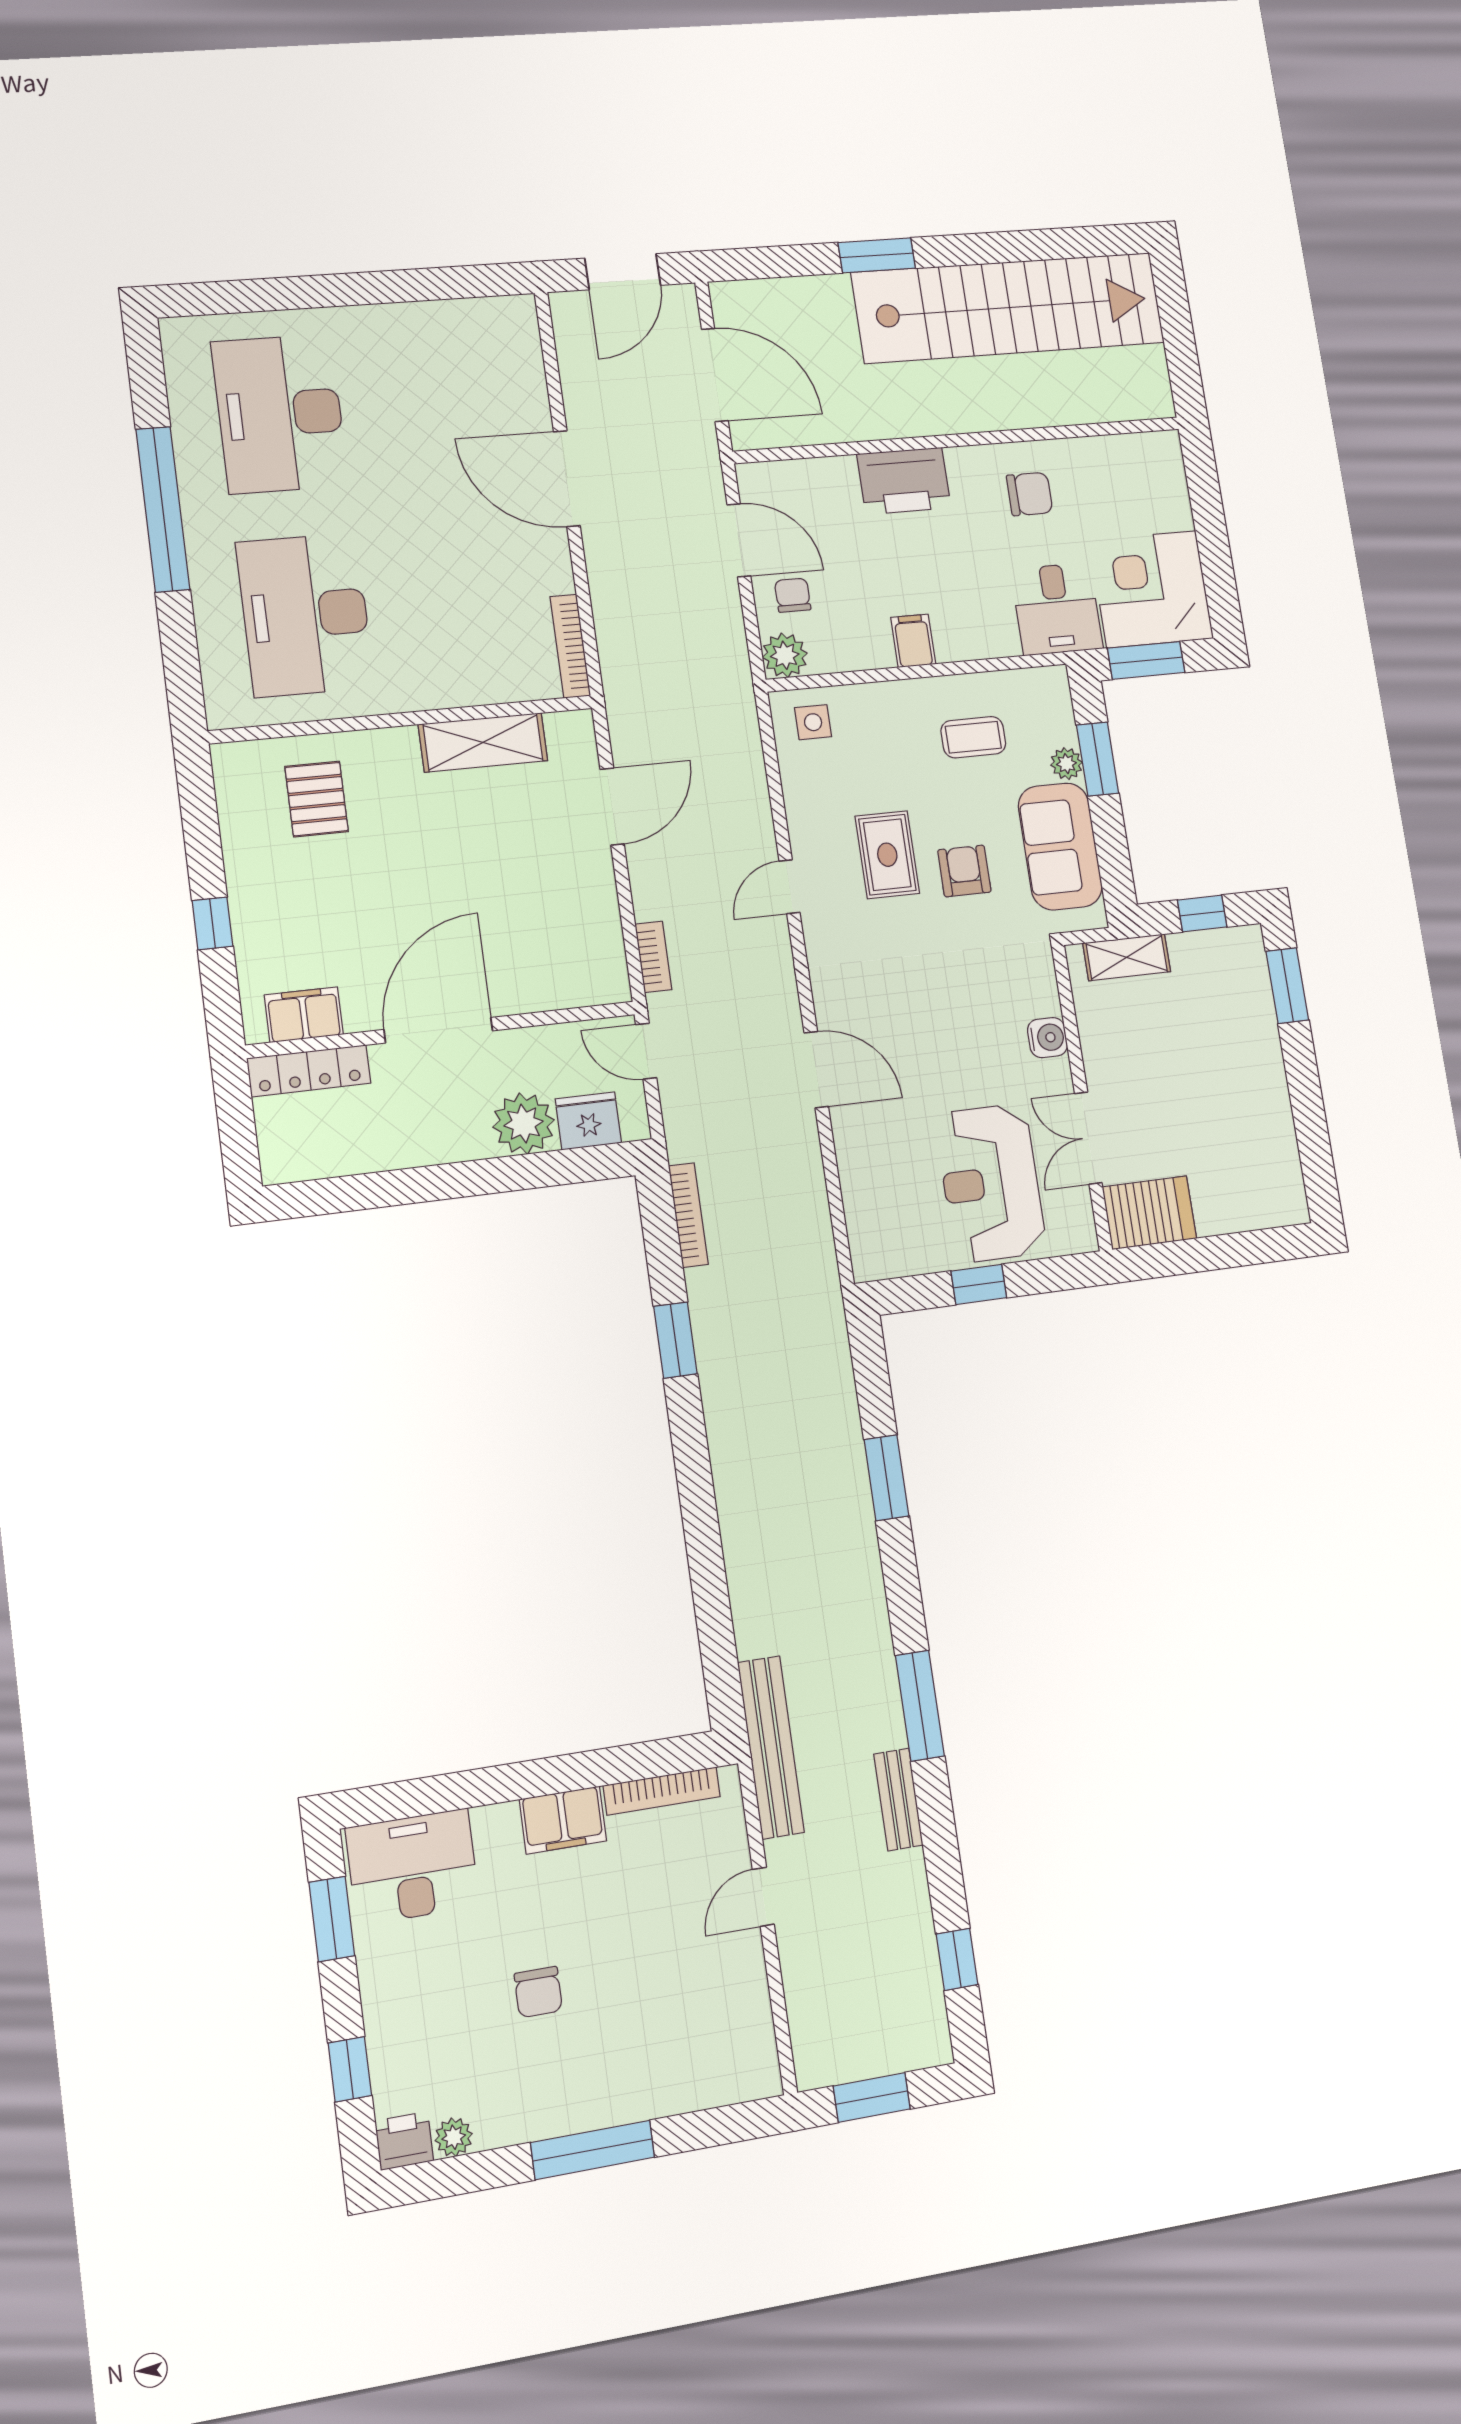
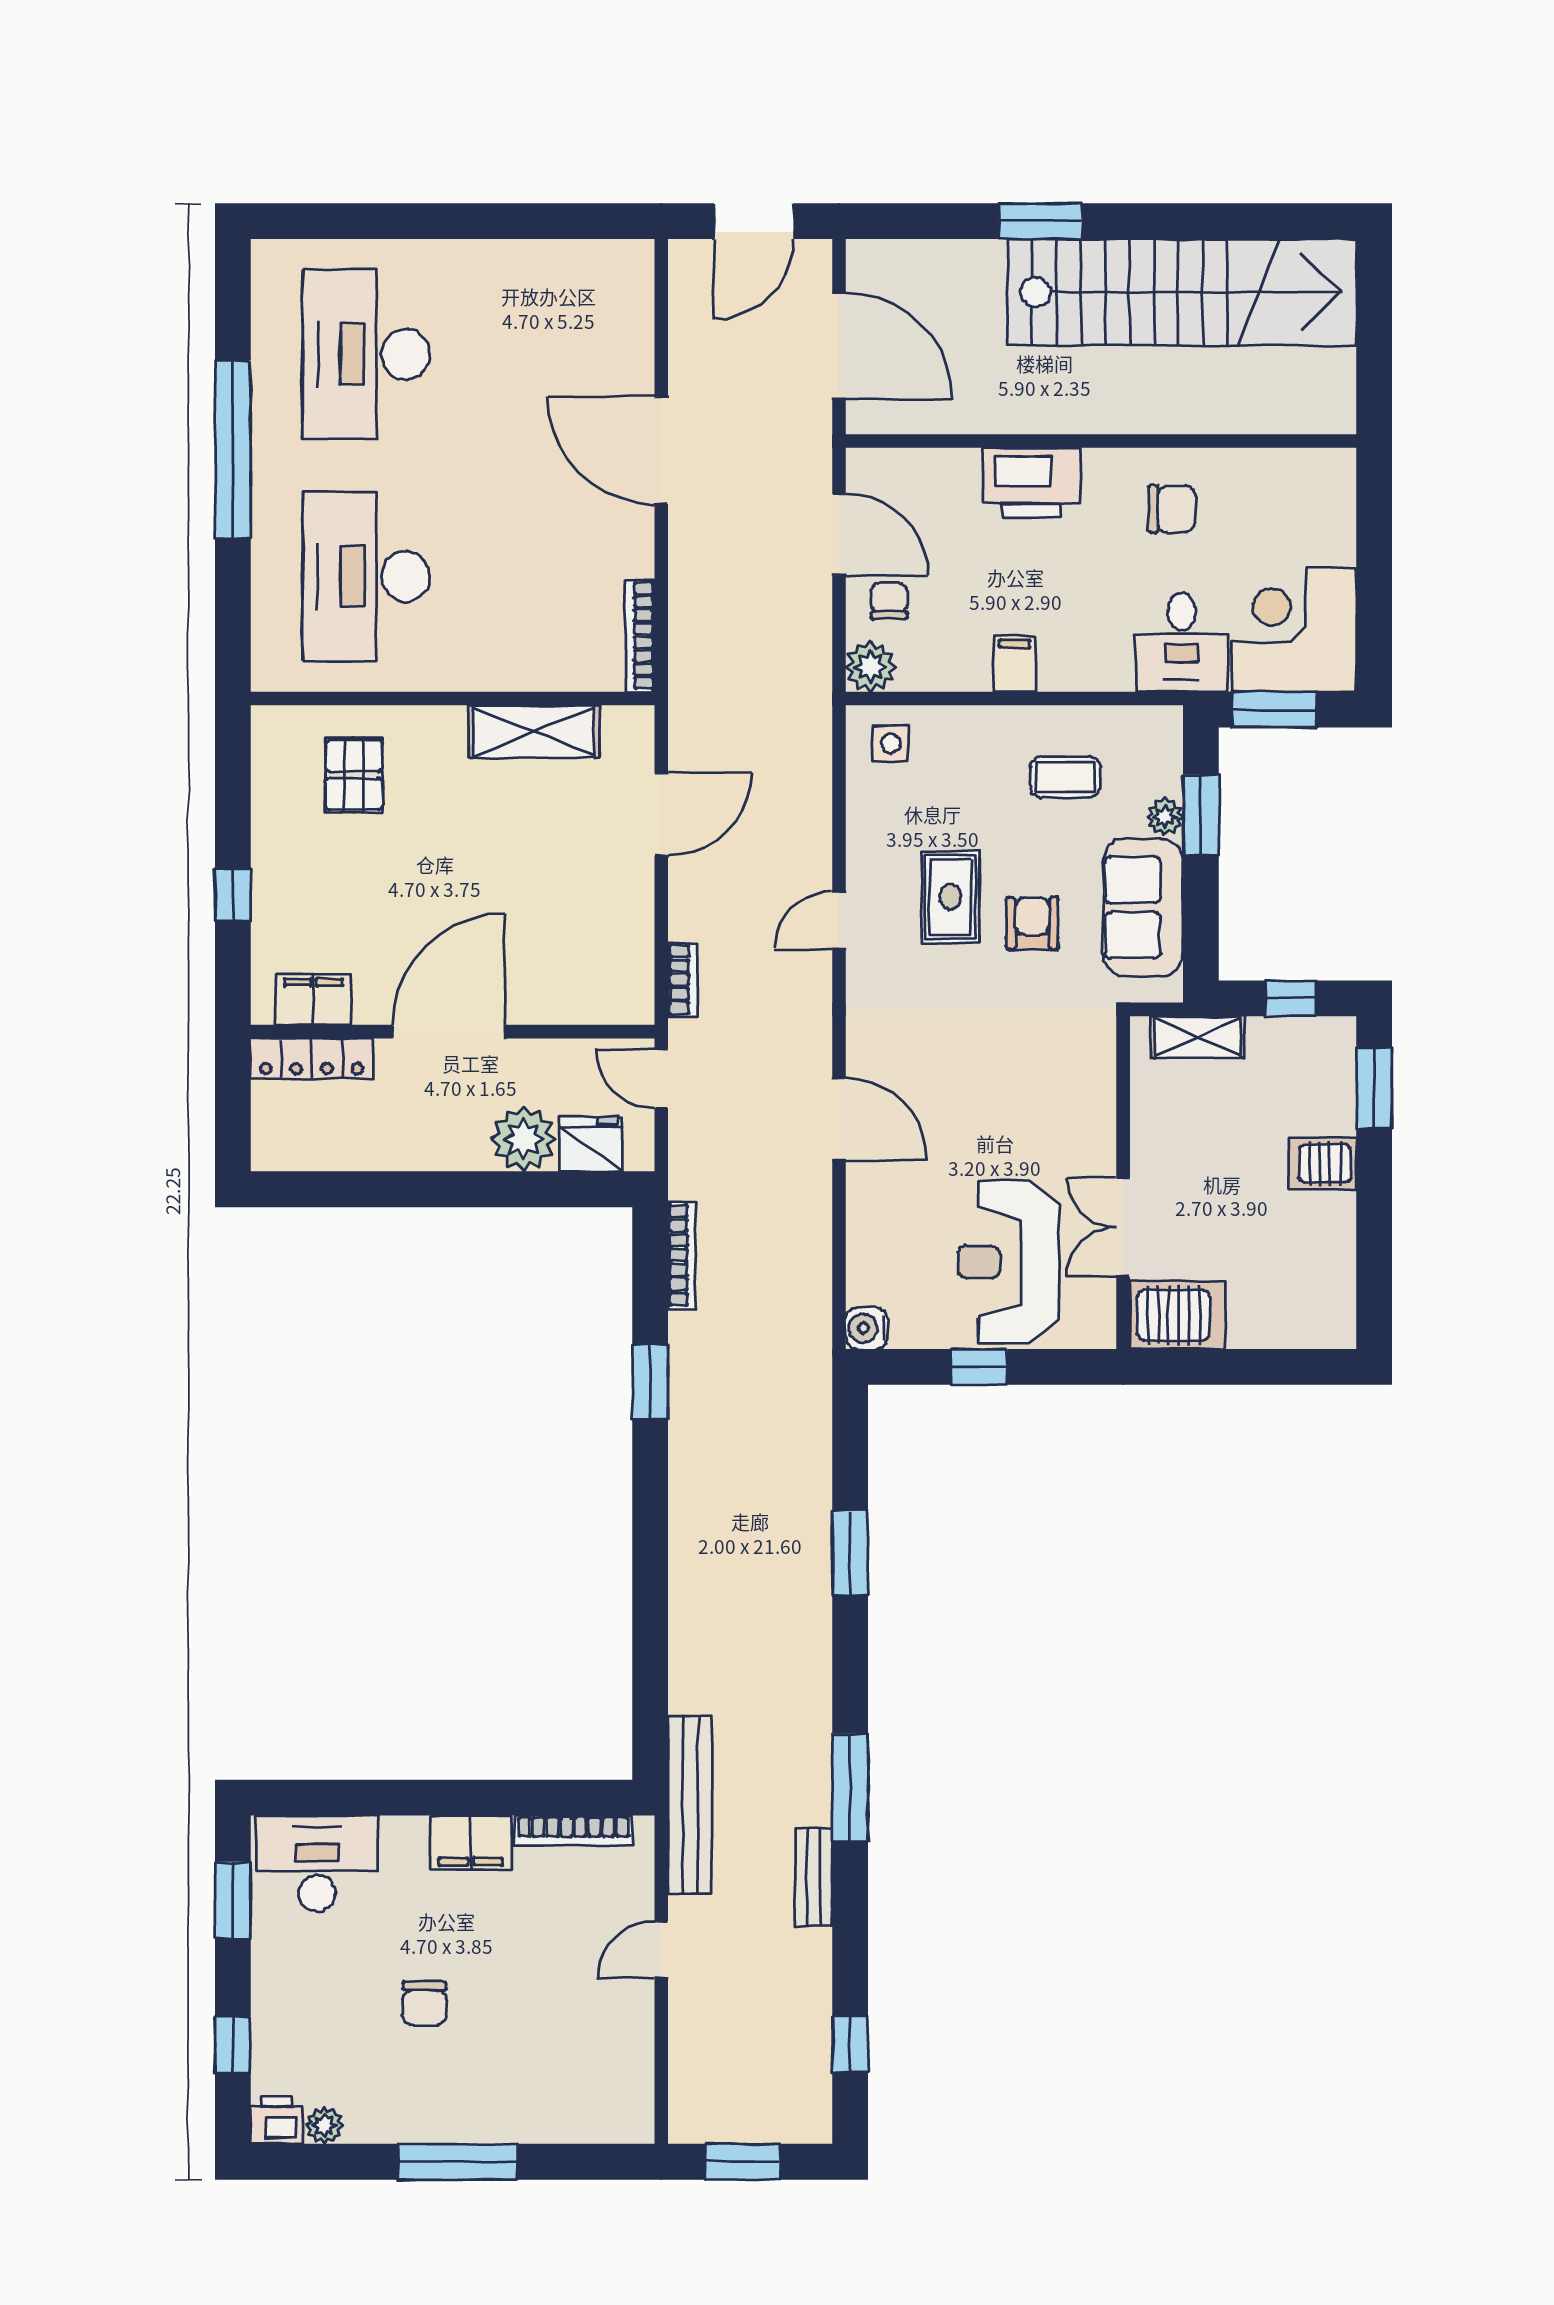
water cooler: (1047, 1038) -> (867, 1328), moved, turned 180
server rack: (1254, 1059) -> (1322, 1164), added

